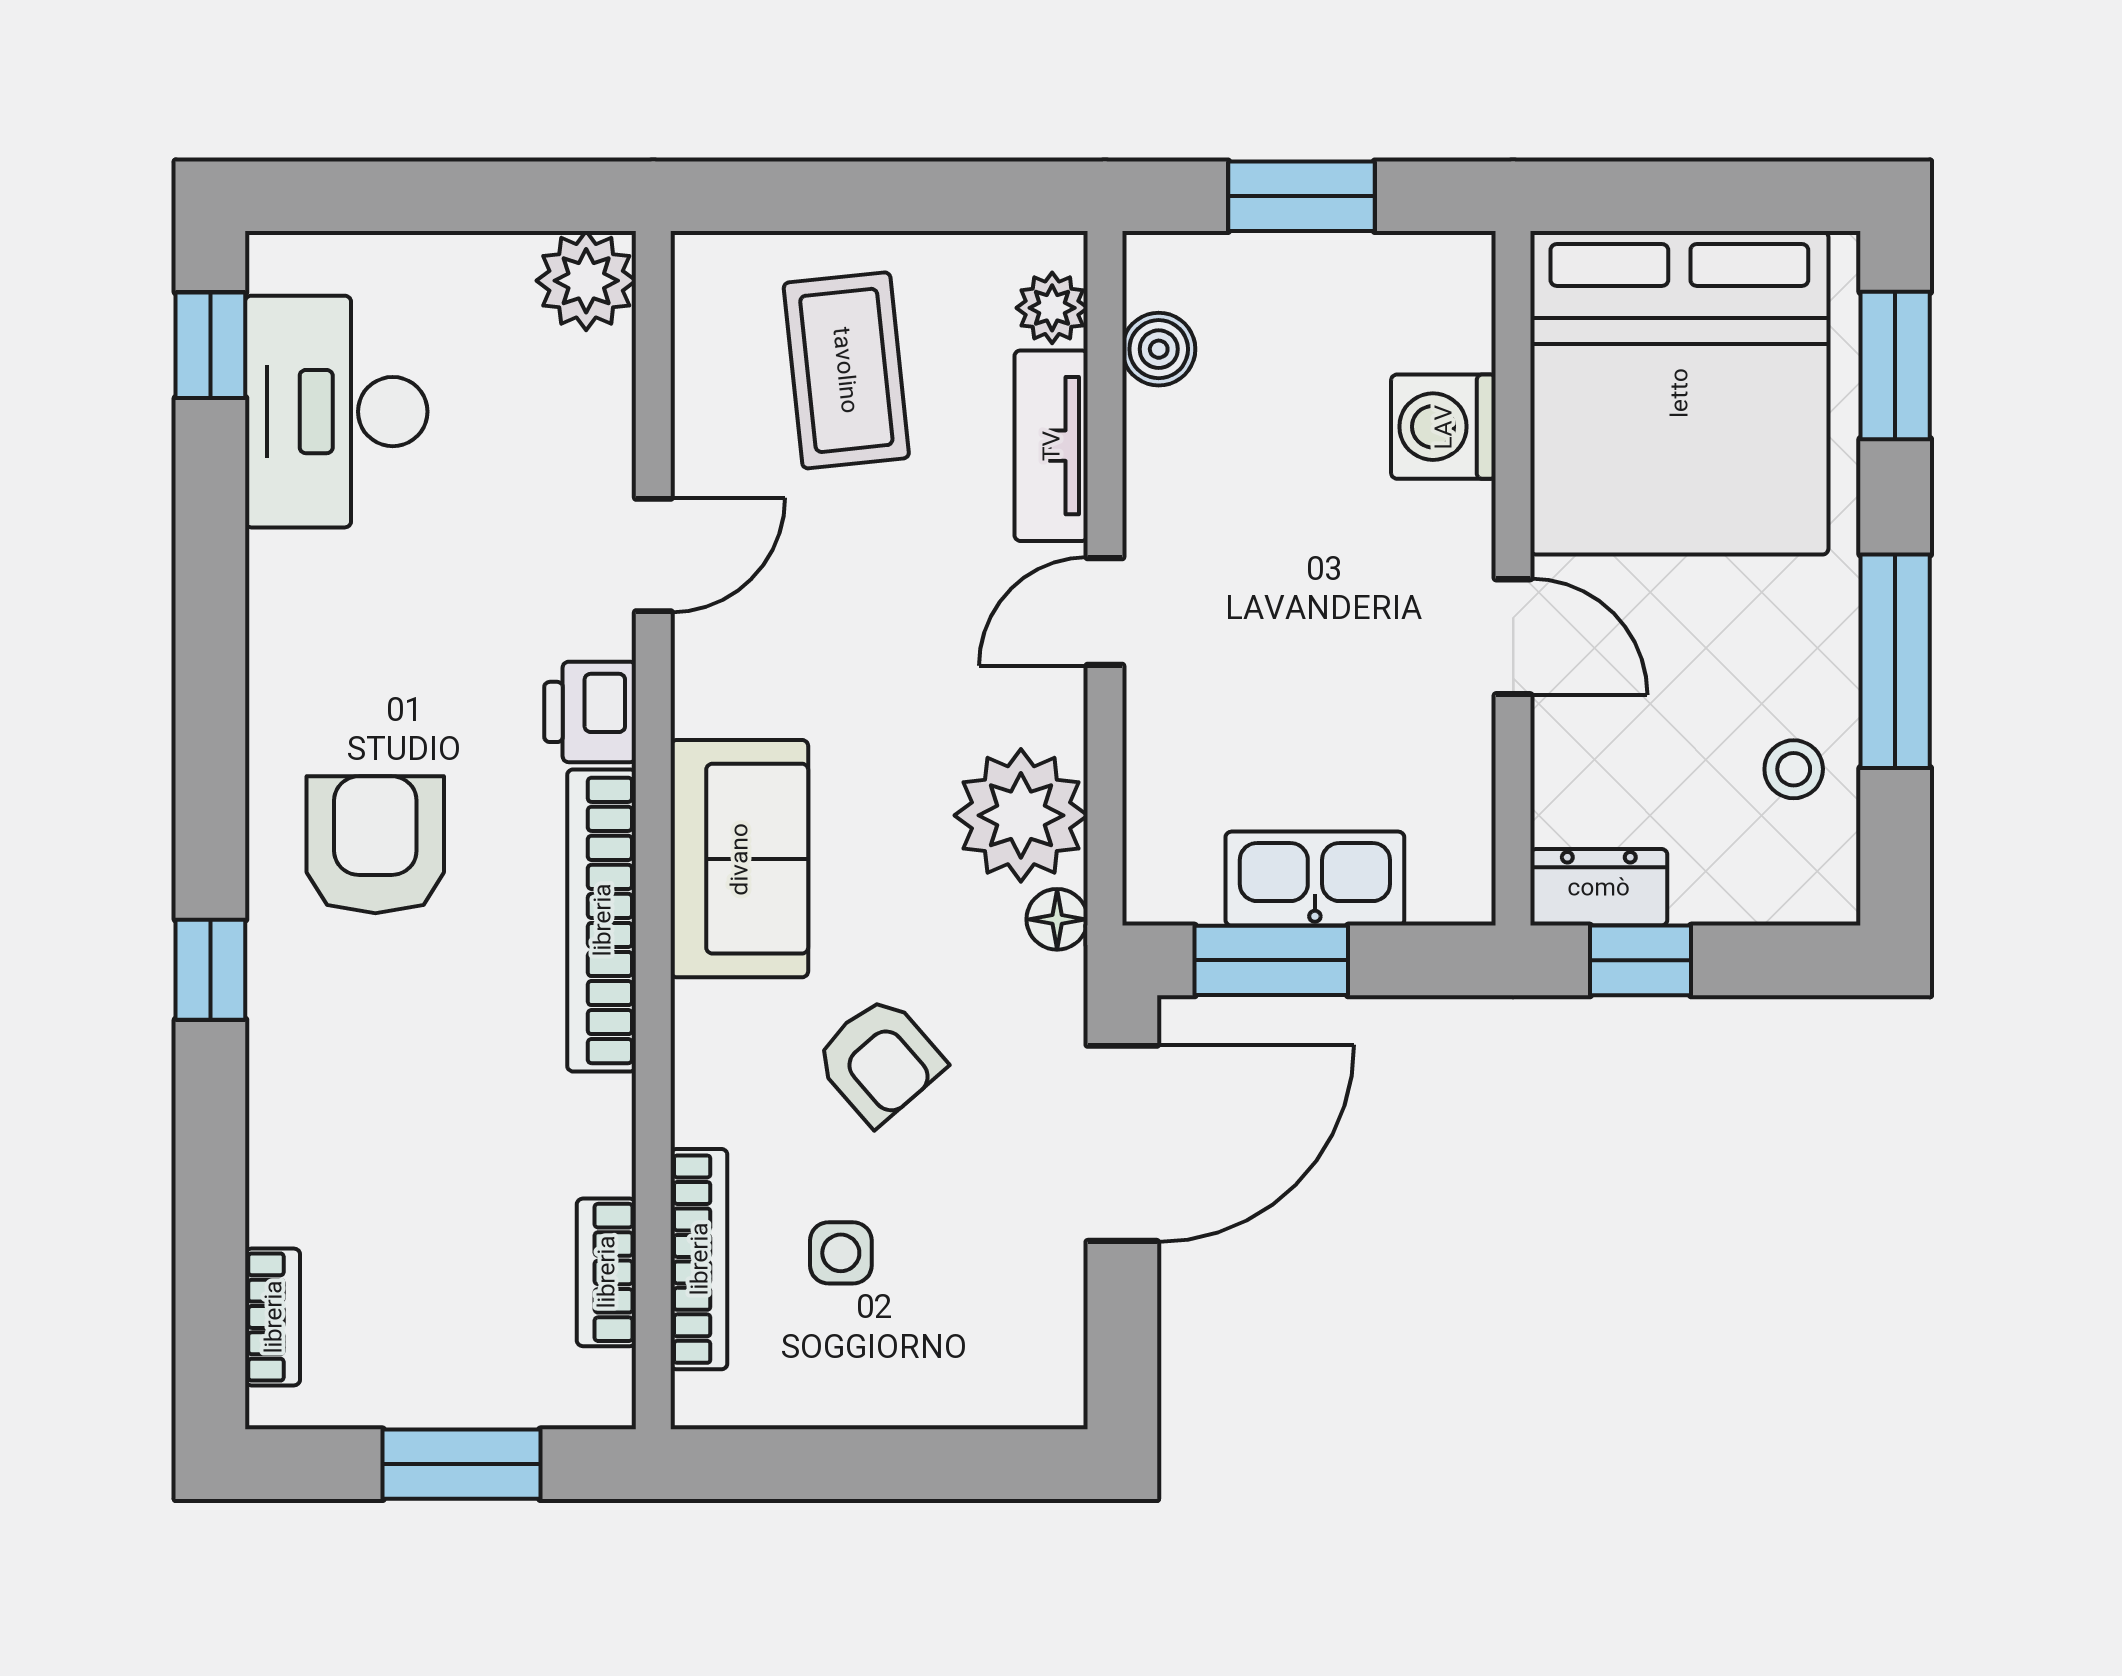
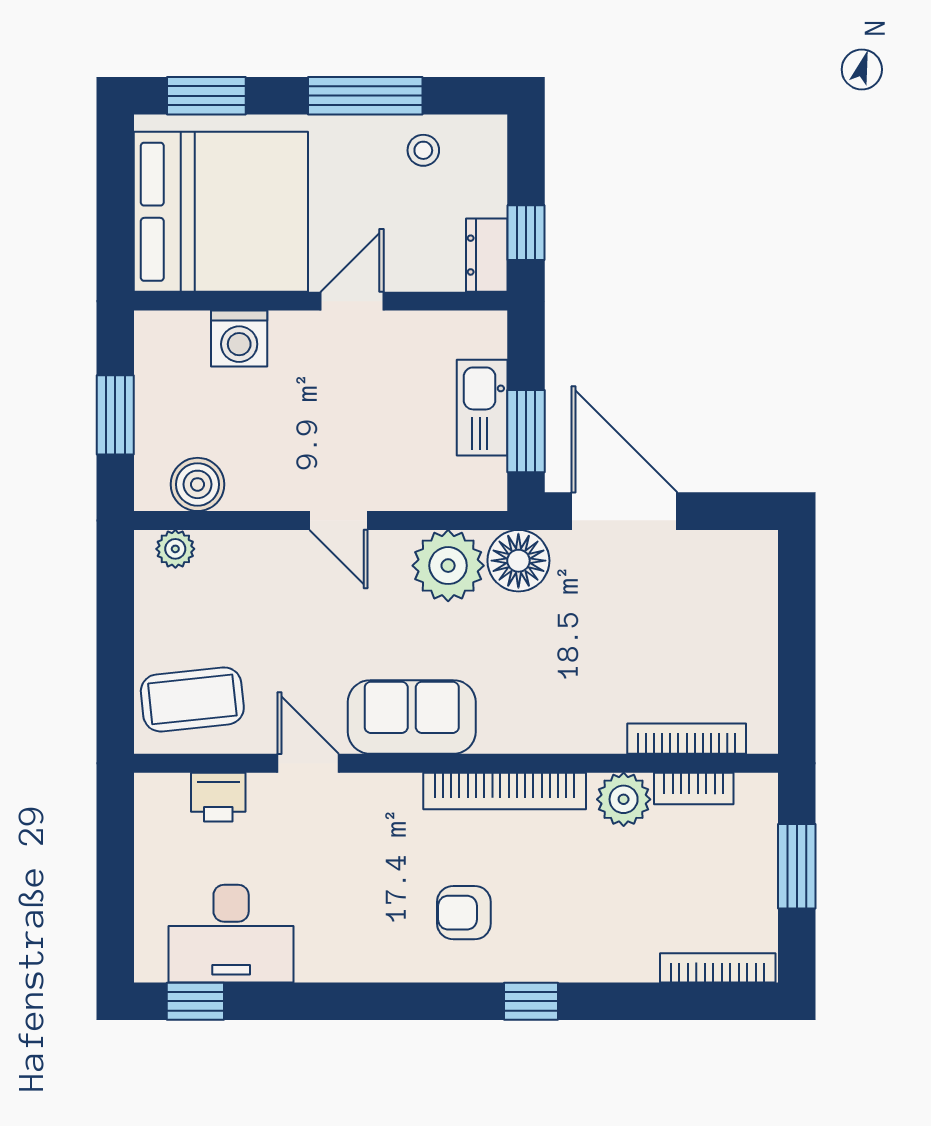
plant: (586, 281) -> (624, 799), moved
boiler: (1159, 349) -> (198, 484), width x1.36, depth x1.36
coffee table: (846, 370) -> (192, 699), moved
tv unit: (1051, 446) -> (249, 549), removed
printer: (590, 712) -> (218, 797), moved
armchair: (375, 845) -> (464, 913), width x0.72, depth x0.72
sofa: (739, 859) -> (412, 717), moved
floor lamp: (1057, 919) -> (518, 561), width x1.89, depth x1.89
armchair: (879, 1060) -> (580, 642), removed
side table: (841, 1253) -> (683, 662), removed
bookcase: (273, 1317) -> (718, 968), width x1.56

